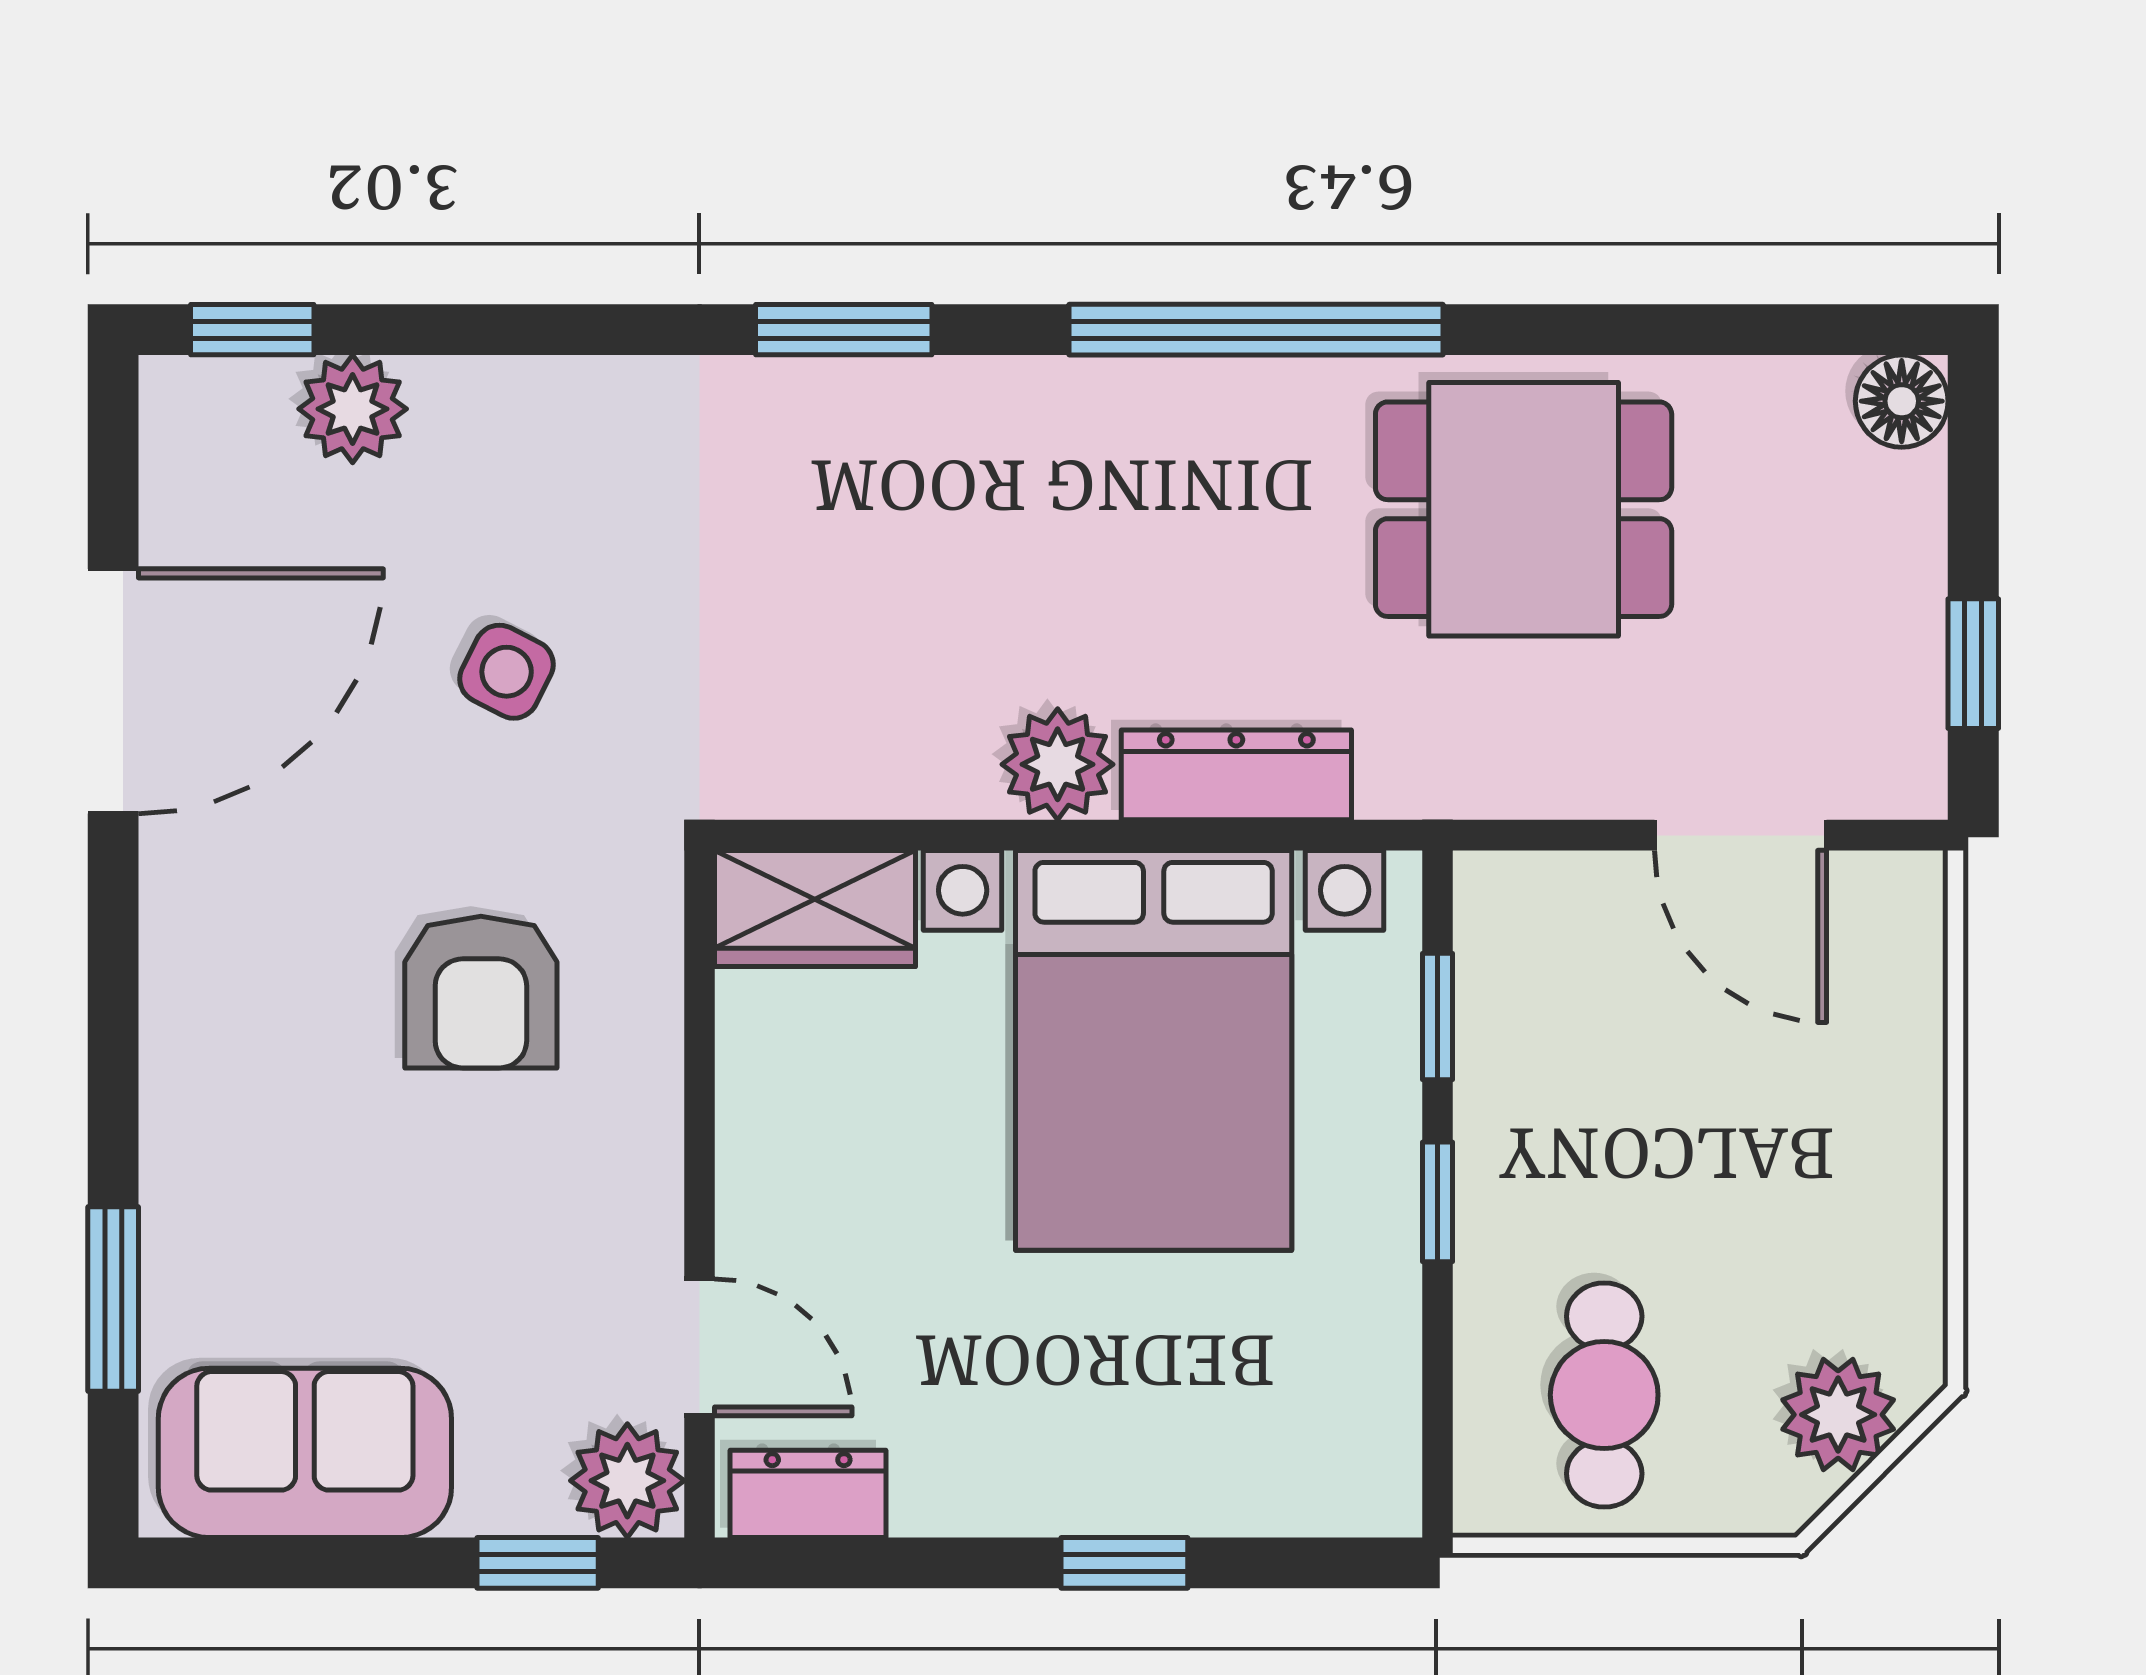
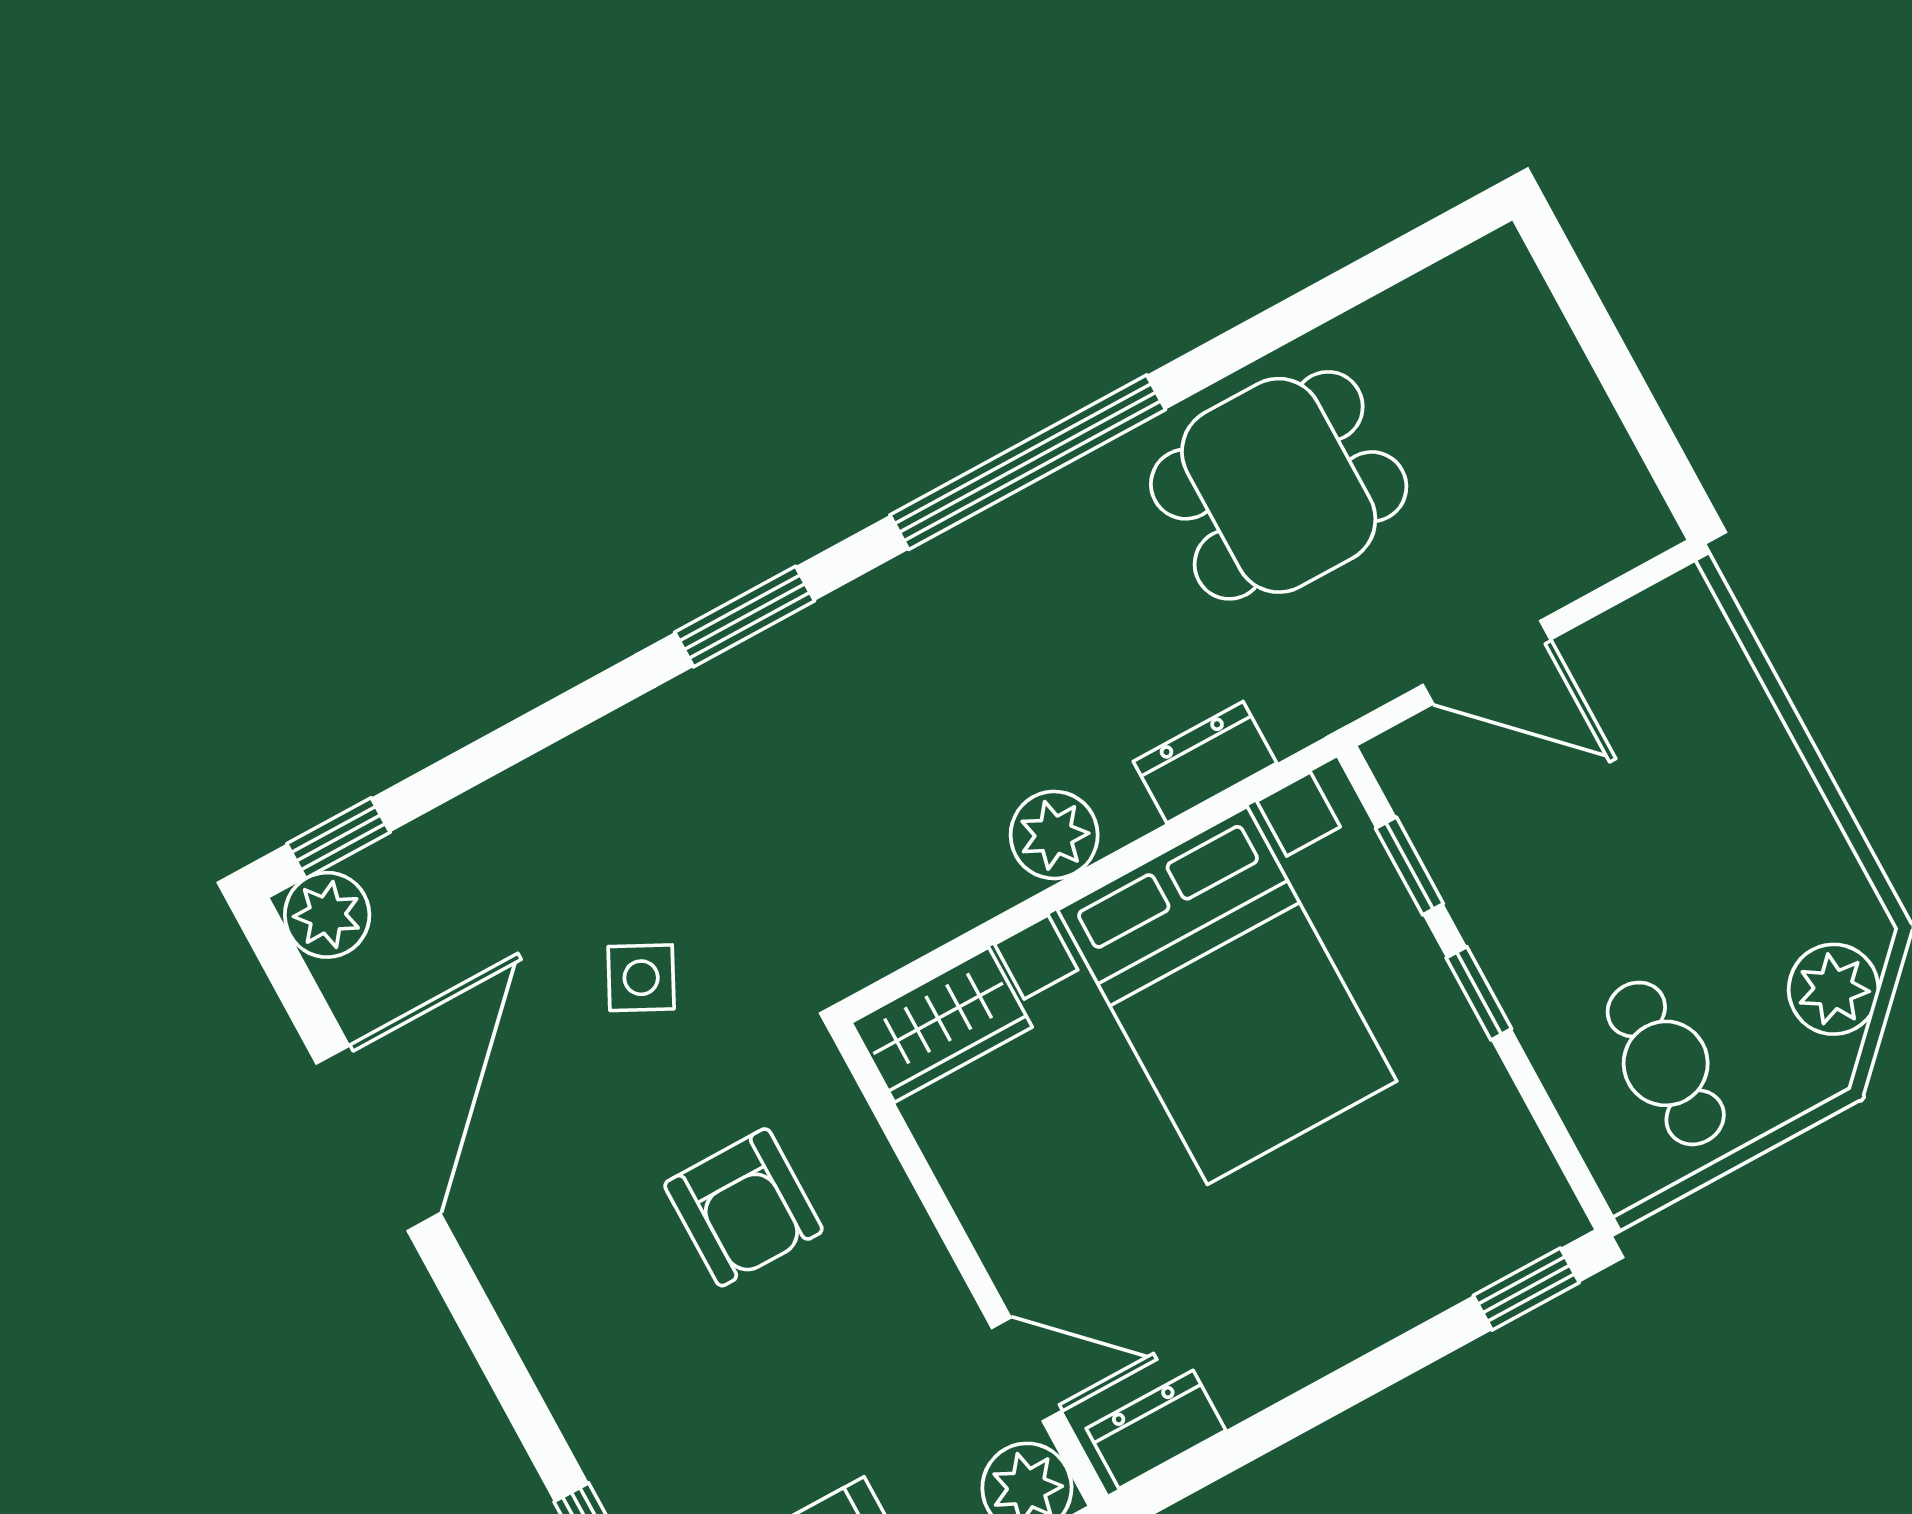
floor lamp: (1902, 401) -> (1498, 270), removed
plant: (353, 409) -> (327, 915), moved
window: (1973, 664) -> (1645, 423), removed
dresser: (1236, 775) -> (1205, 762), width x0.70
door: (1741, 835) -> (1487, 662), moved
window: (1124, 1563) -> (1526, 1289), moved

